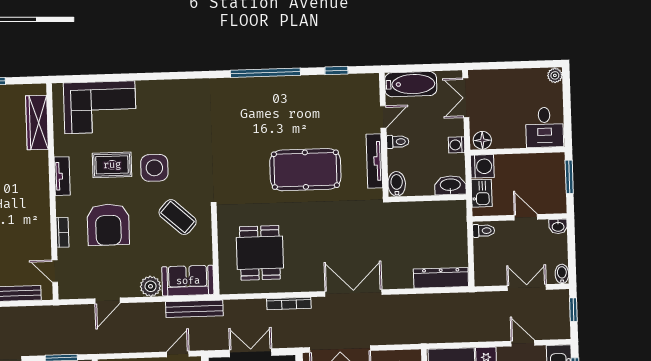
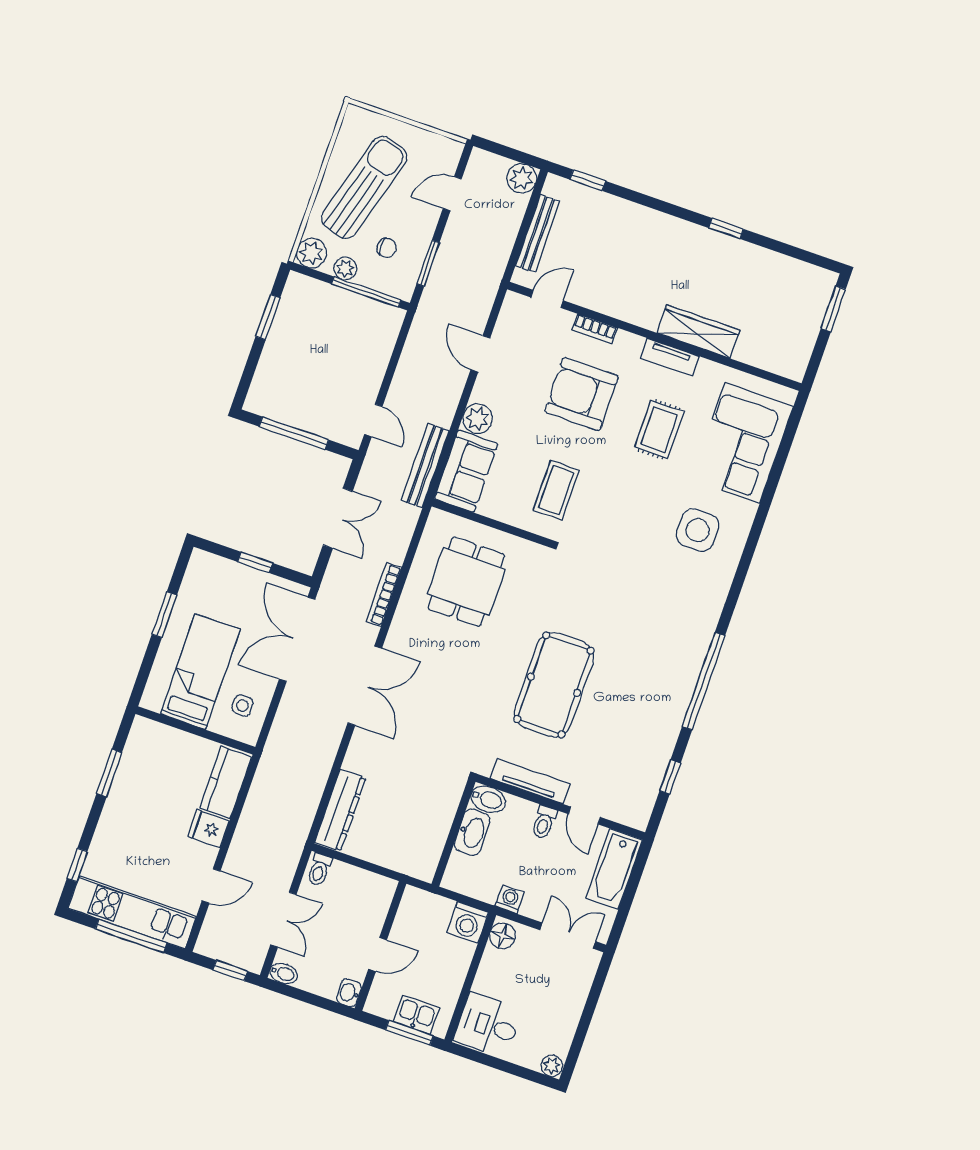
wardrobe: (37, 122) -> (698, 332), moved
side table: (154, 168) -> (698, 530), moved
washbasin: (450, 185) -> (472, 832), moved
kitchen sink: (482, 193) -> (416, 1015), moved, turned 180
coffee table: (178, 217) -> (556, 490), turned -42
toilet: (484, 231) -> (319, 870), moved
dining table: (260, 253) -> (466, 582), turned 90

